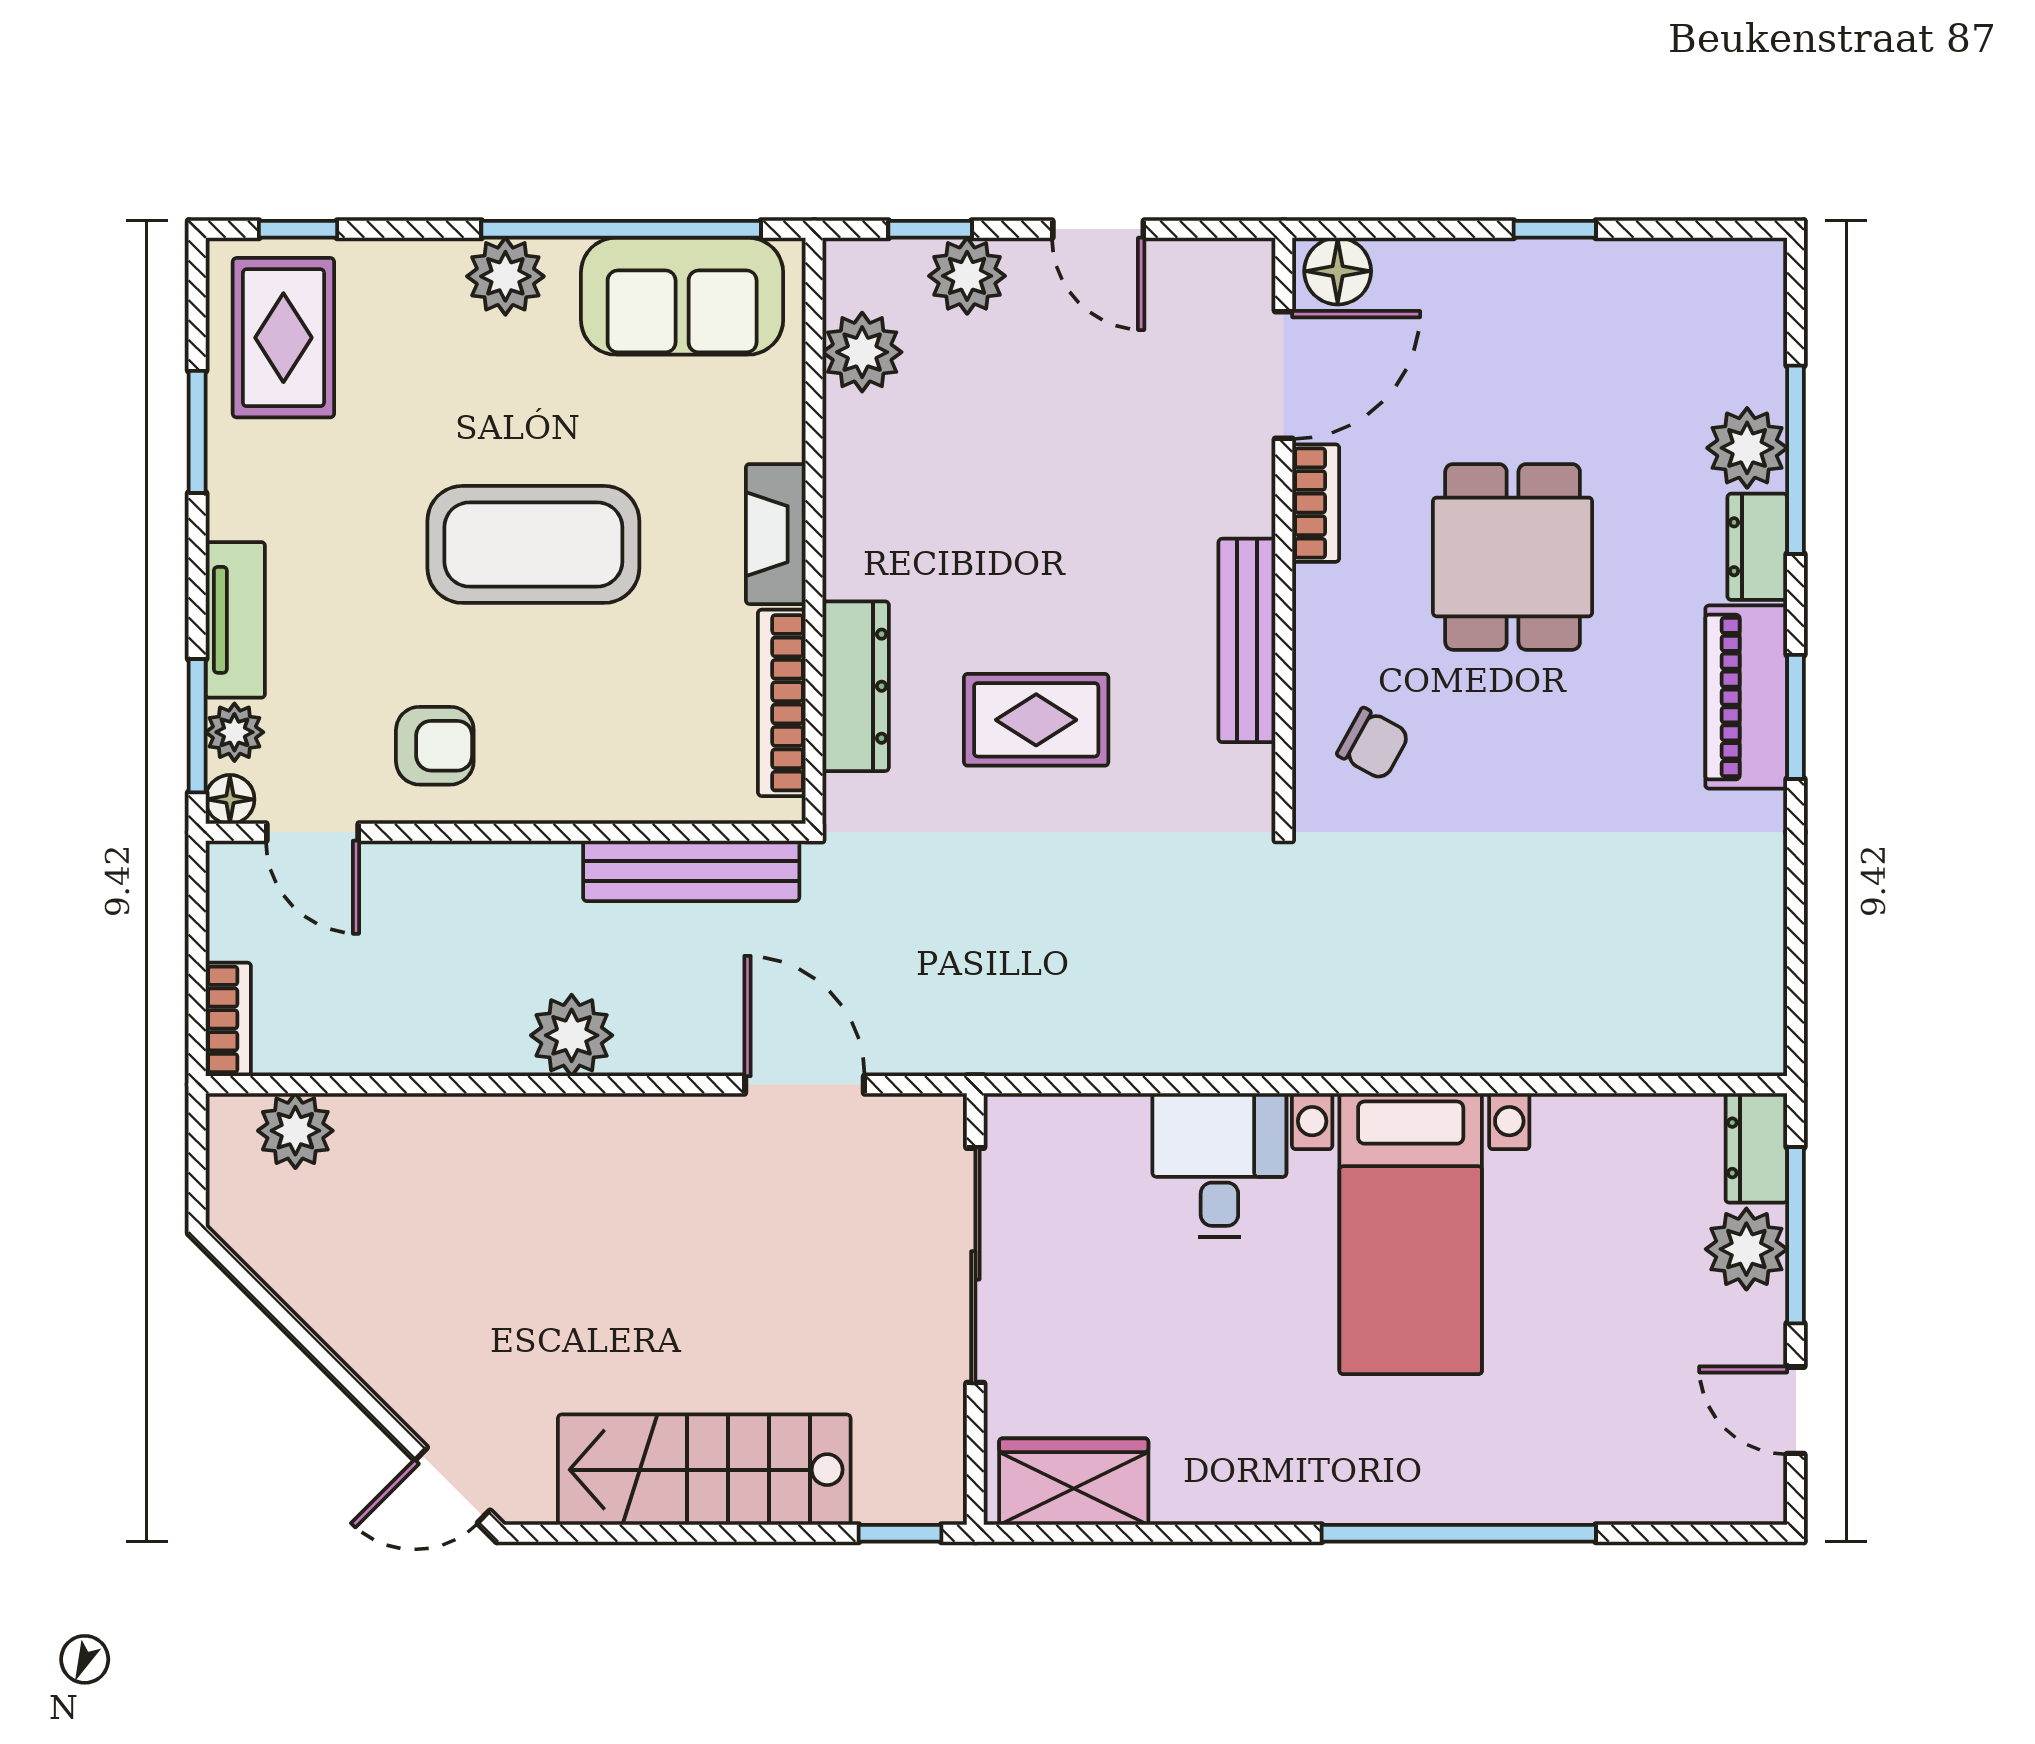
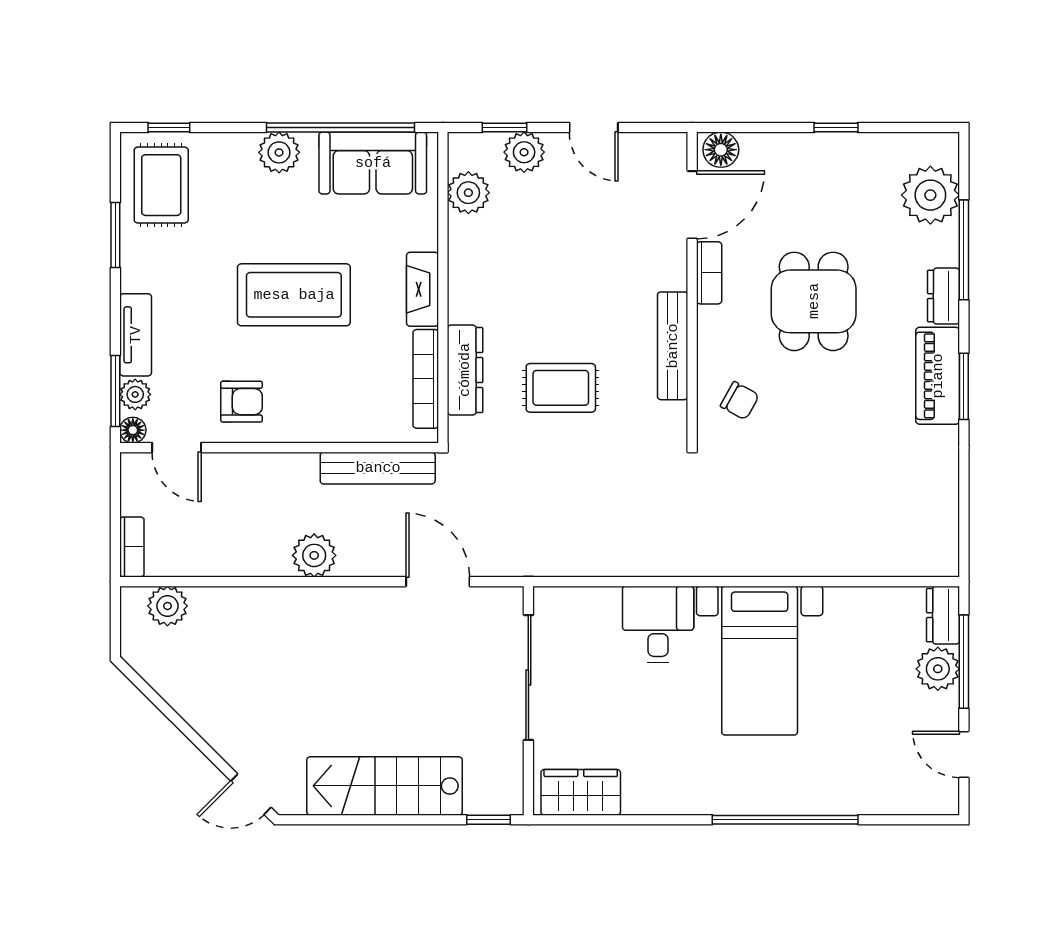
plant: (1747, 448) -> (930, 195), moved, width x1.36, depth x1.36

